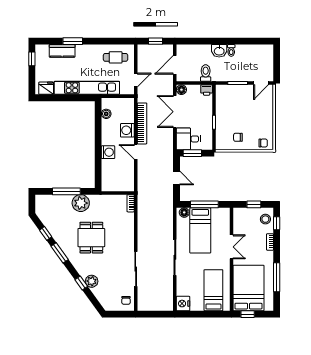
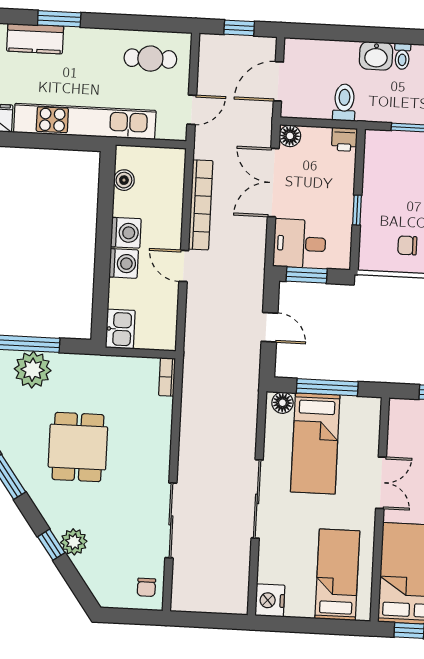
washing machine: (127, 130) -> (126, 233), moved, turned 180
kitchen sink: (108, 182) -> (120, 329), added
plant: (81, 203) -> (33, 370), moved

